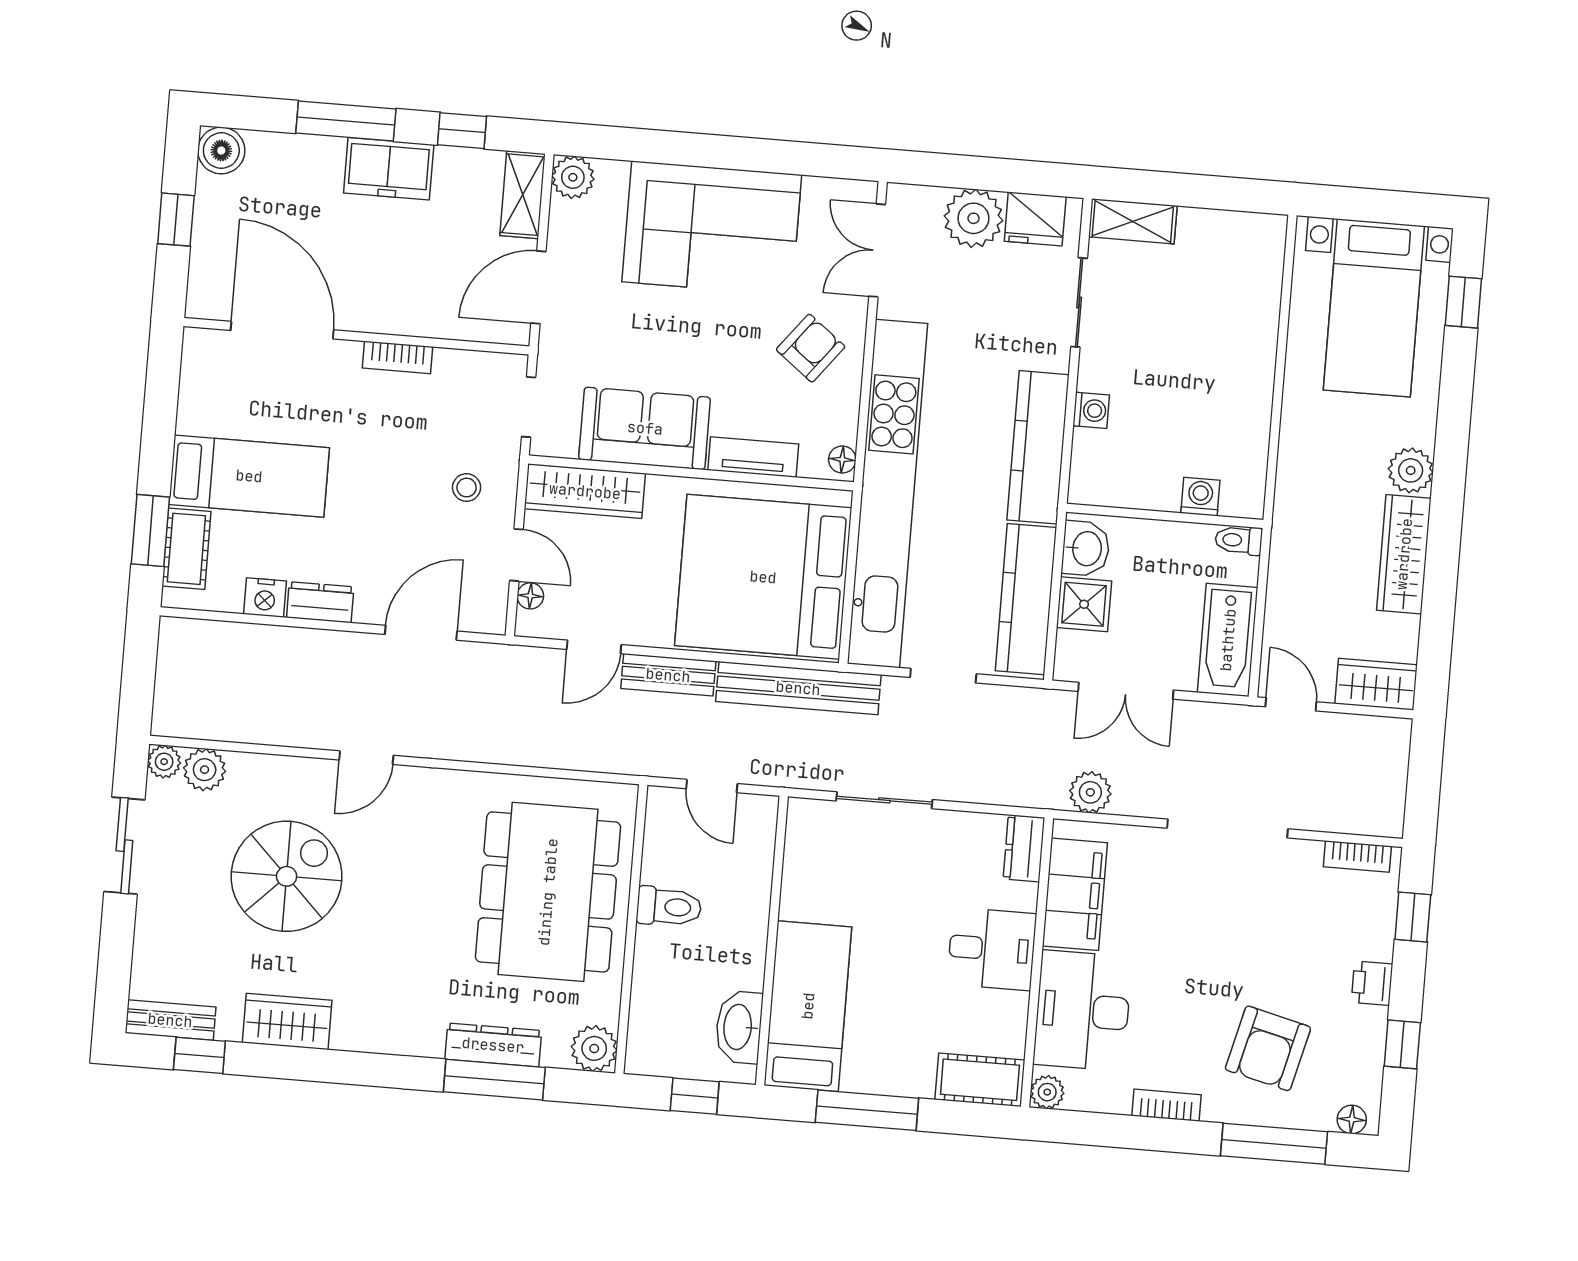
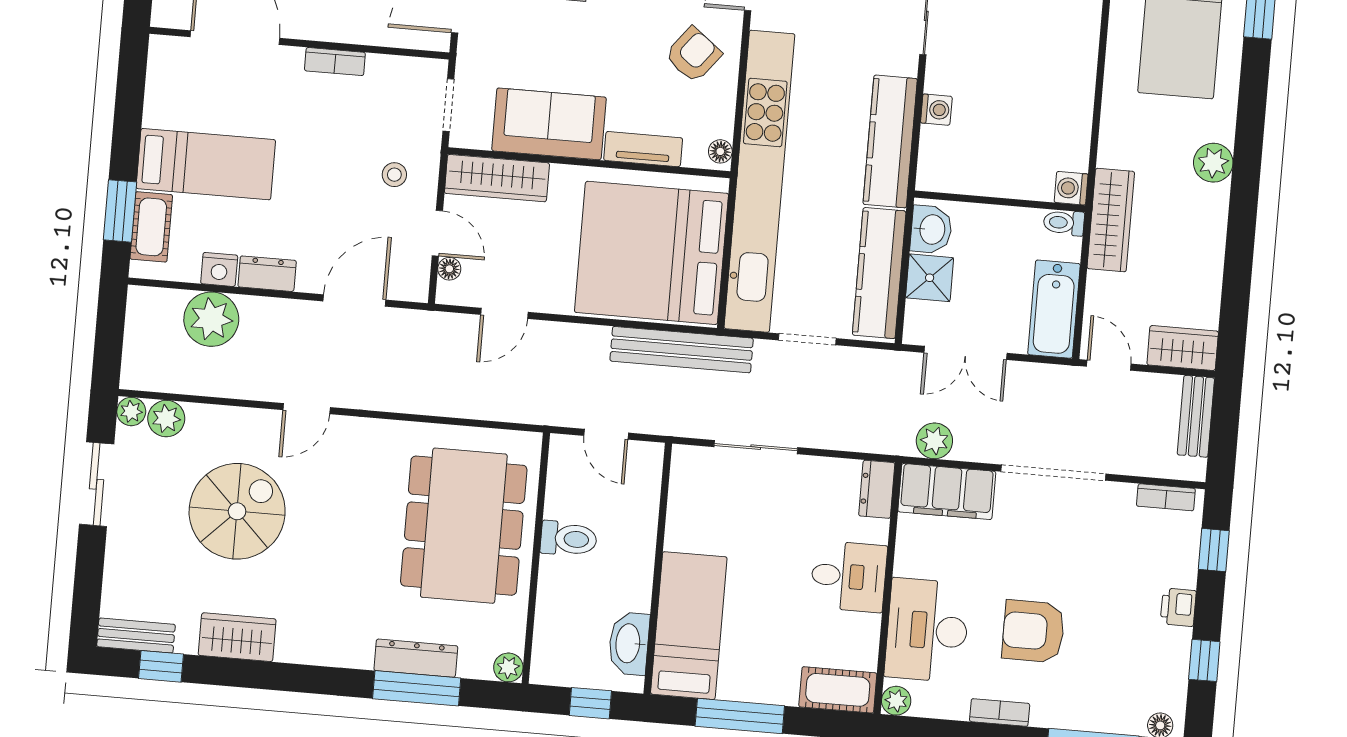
washing machine: (1200, 497) -> (1071, 188), moved, turned -90
wardrobe: (1404, 554) -> (1111, 220), moved, turned 180
plant: (256, 655) -> (211, 319), added
bench: (668, 675) -> (1196, 416), moved, turned 90
filing cabinet: (1075, 894) -> (947, 492), moved, turned 90
plant: (594, 1048) -> (508, 667), width x0.73, depth x0.73
armchair: (1268, 1048) -> (1033, 631), moved, turned 76

